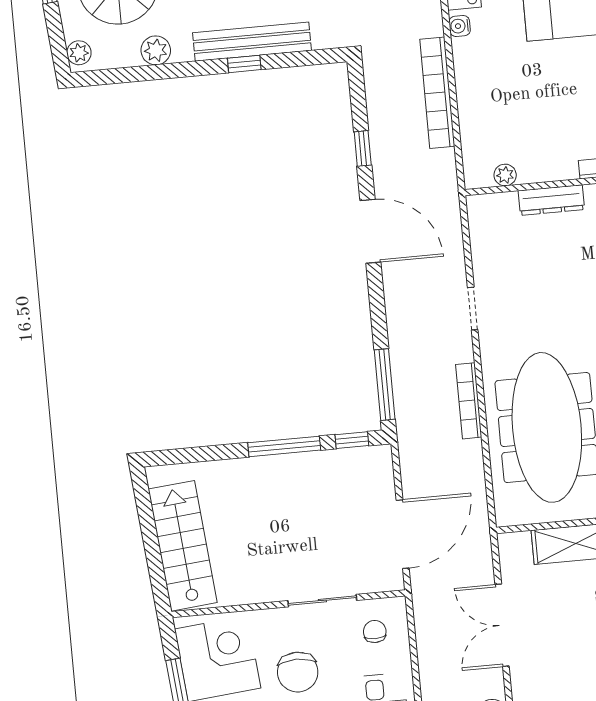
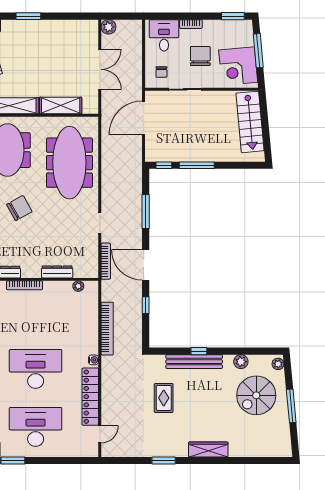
window: (385, 385) -> (146, 212), moved
bookcase: (469, 401) -> (106, 261), moved

